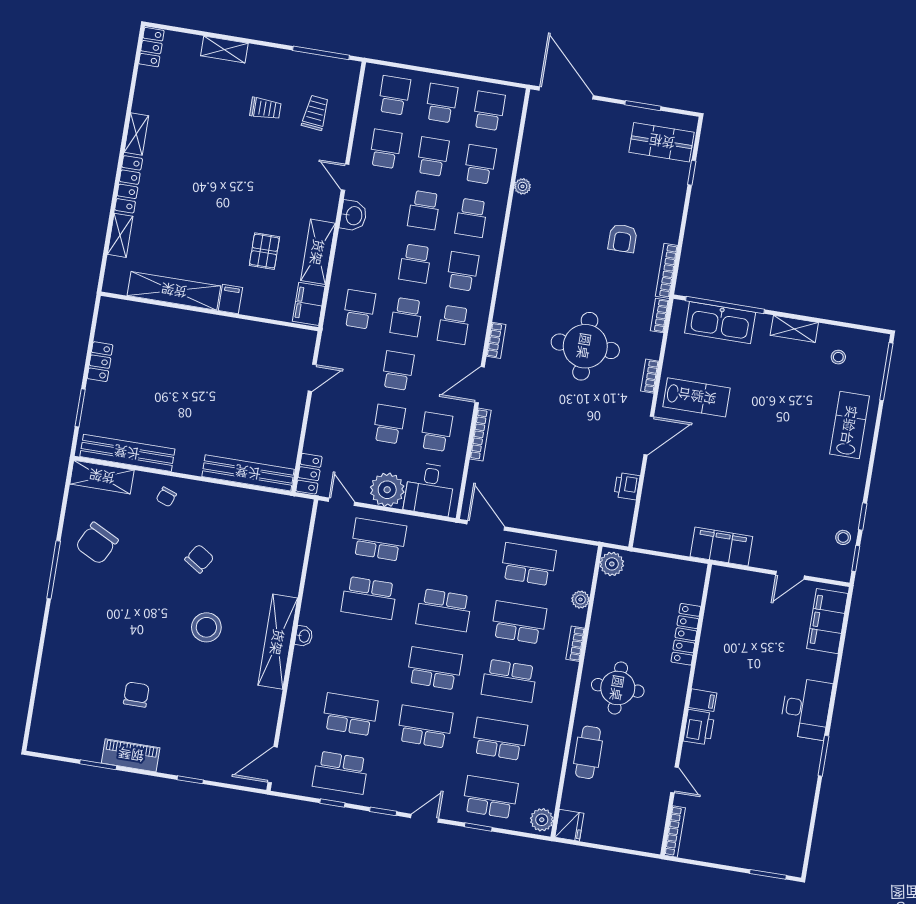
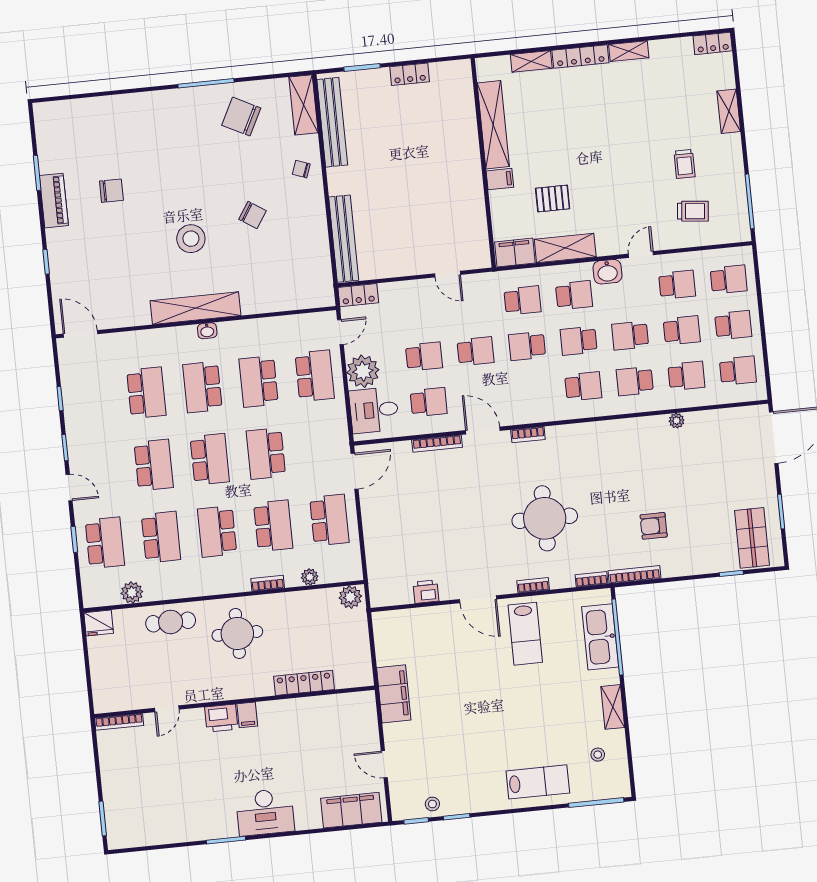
school desk: (454, 325) -> (574, 295), moved, turned 180
school desk: (340, 773) -> (202, 387), moved
plant: (542, 820) -> (132, 593), moved

